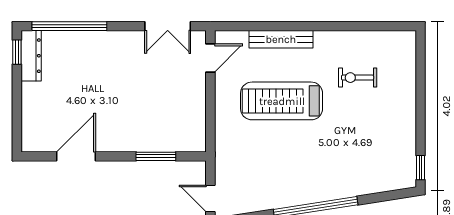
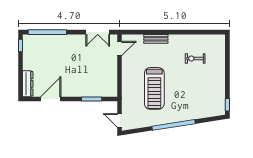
bench: (281, 39) -> (156, 39), width x0.73
dresser: (31, 56) -> (28, 84), moved
treadmill: (282, 101) -> (154, 88), moved, turned -90

